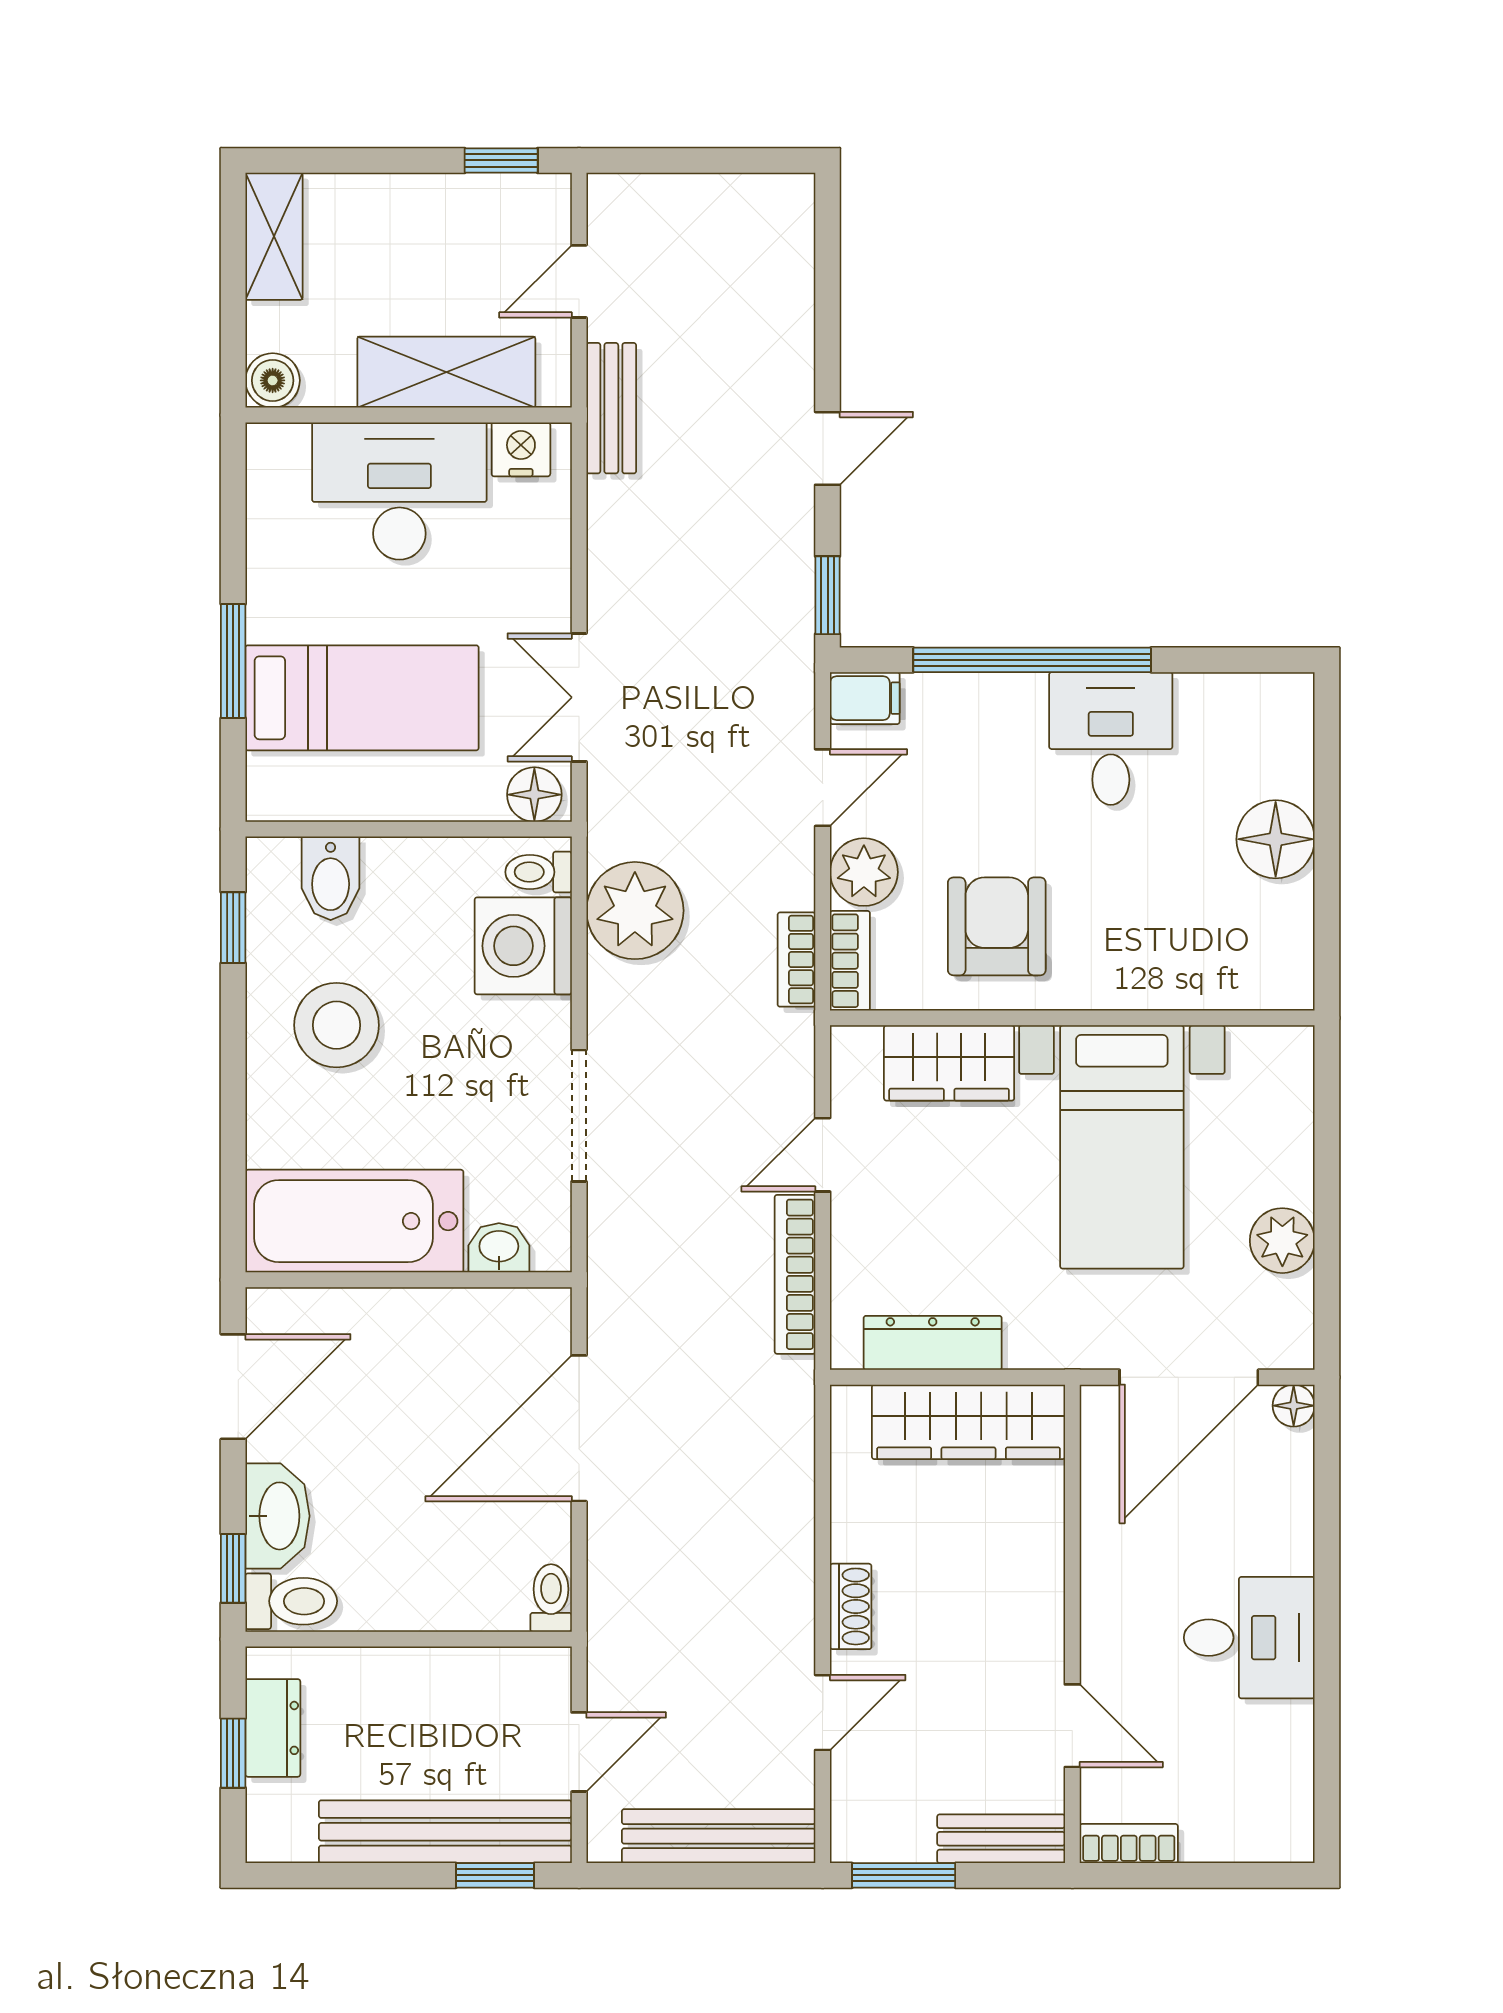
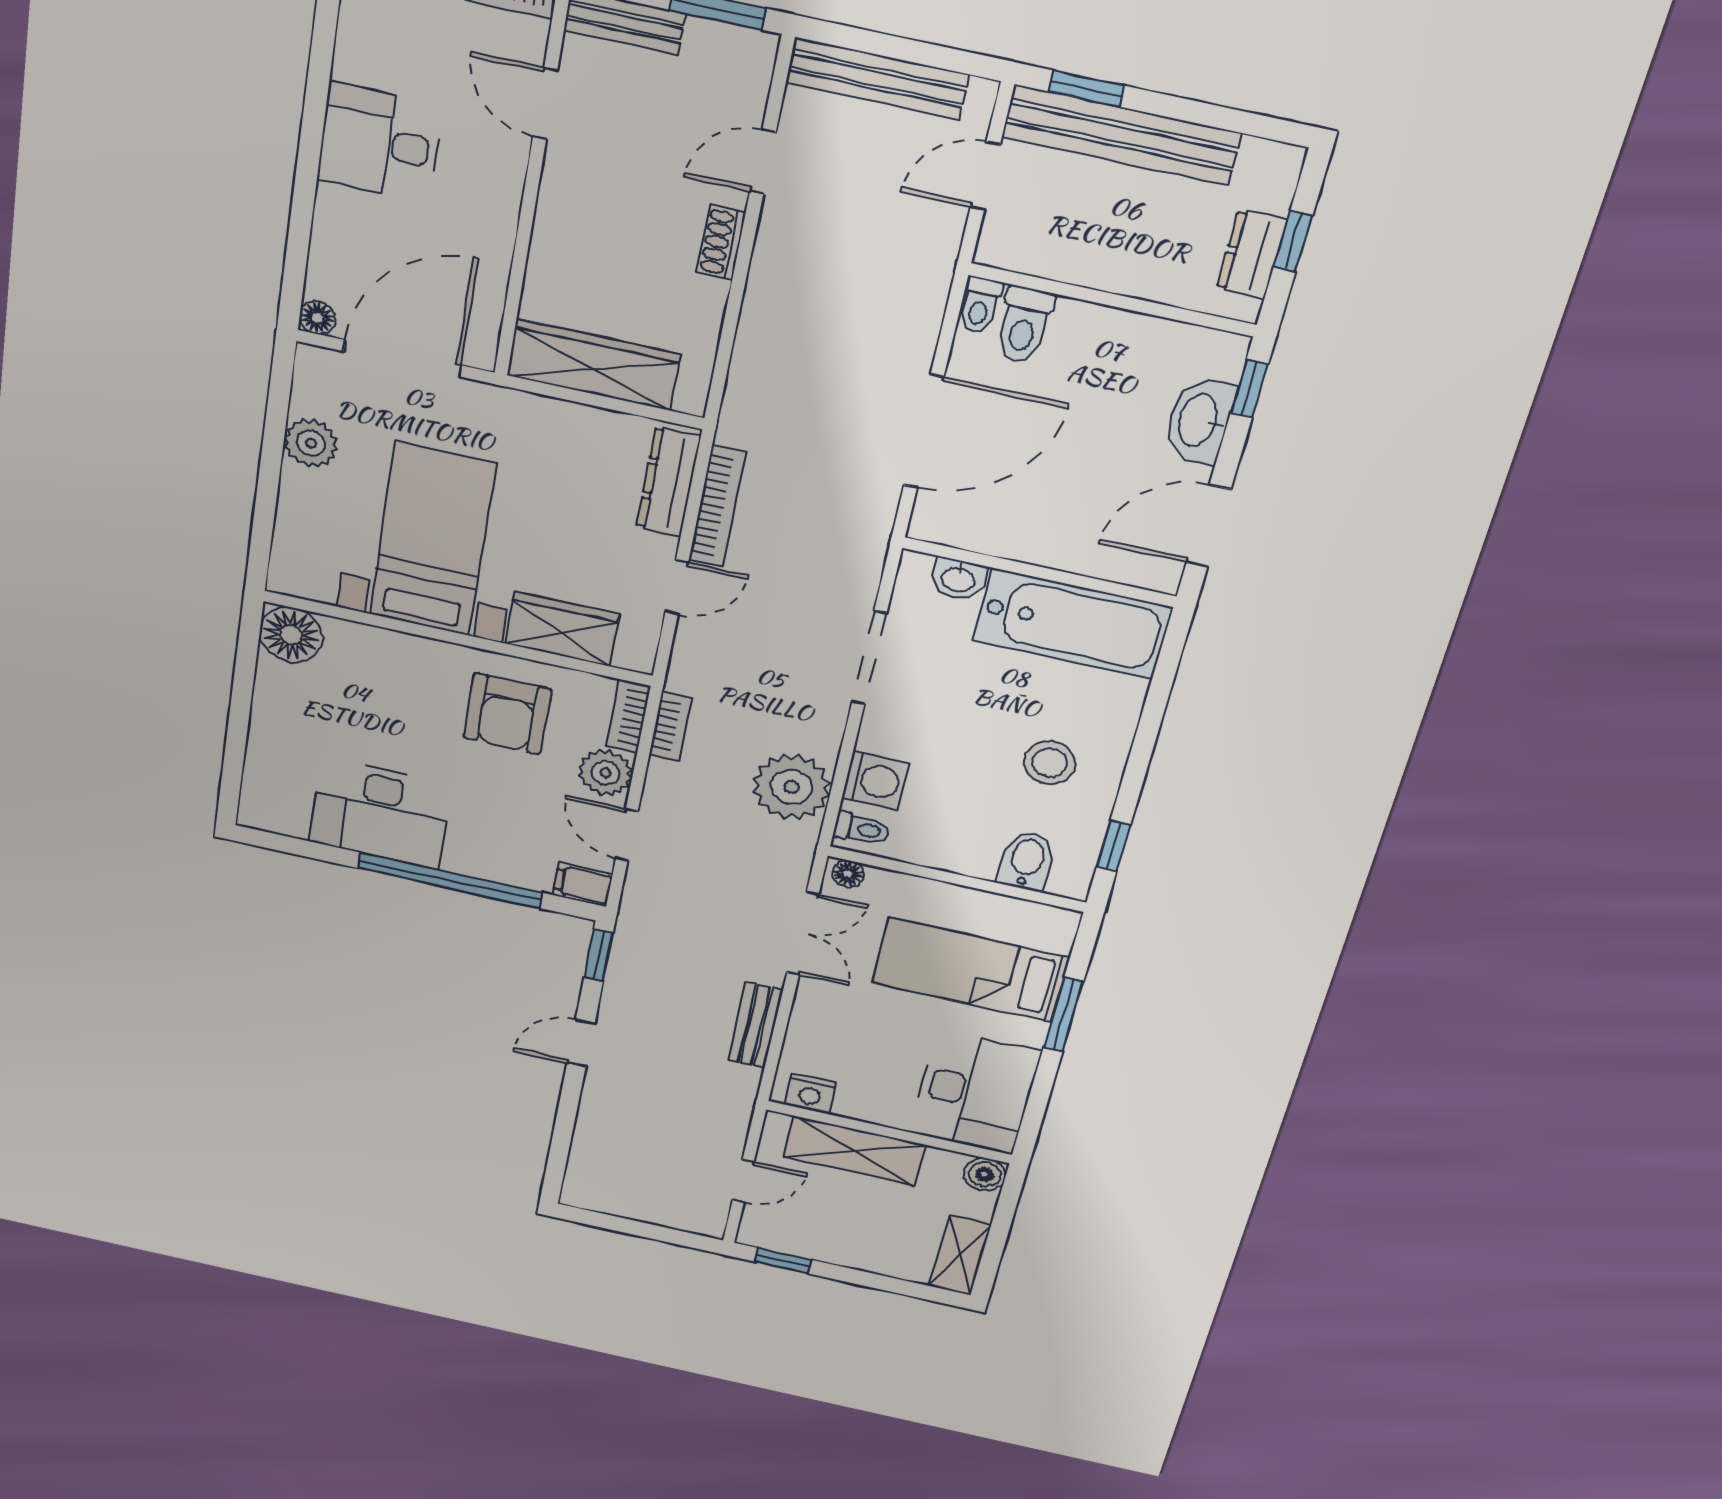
bench: (611, 408) -> (755, 1025), moved
desk: (399, 491) -> (975, 1092), moved, turned -90
desk: (1111, 738) -> (380, 813), width x1.37
door: (823, 788) -> (627, 835), hinge flipped
floor lamp: (534, 795) -> (848, 874), width x0.73, depth x0.73
floor lamp: (1276, 839) -> (291, 635), moved
washing machine: (523, 946) -> (875, 781), width x0.73, depth x0.73
stool: (337, 1025) -> (1049, 763), width x0.73, depth x0.73
dresser: (933, 1343) -> (668, 482), moved, turned 90
toilet: (291, 1601) -> (1024, 325), moved, turned -90

